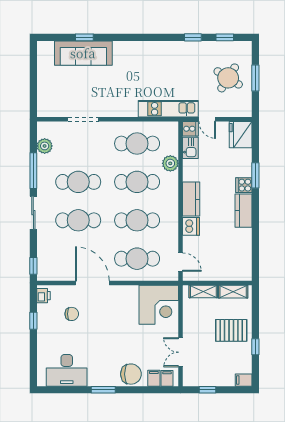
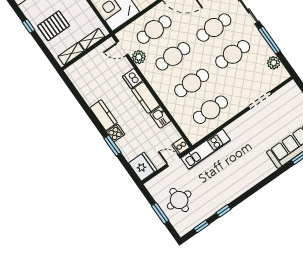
round table: (228, 78) -> (179, 200), turned -32
kitchen sink: (190, 148) -> (160, 117), moved
plant: (170, 163) -> (139, 57), moved

